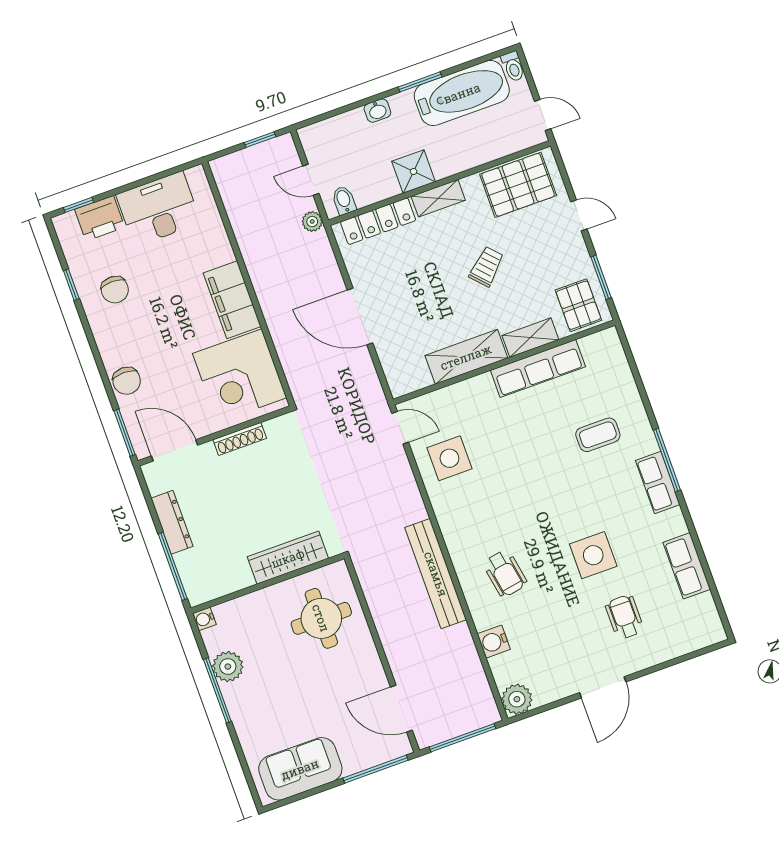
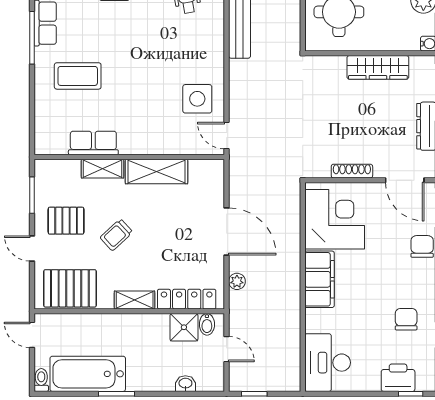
washbasin: (377, 111) -> (185, 384), moved
shower: (414, 171) -> (184, 327), moved
desk: (158, 209) -> (328, 363), moved, turned 90
plant: (312, 222) -> (237, 281), moved
pallet: (578, 305) -> (66, 221), moved, turned 90
row of seats: (538, 369) -> (93, 143), width x0.68
coffee table: (598, 435) -> (78, 76), width x1.36, depth x1.30
wardrobe: (288, 558) -> (378, 67), moved

